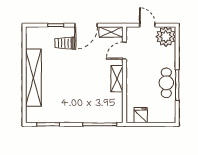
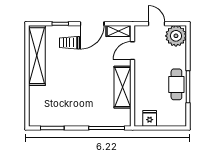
shelving: (33, 78) -> (37, 56), moved
shelving: (117, 79) -> (123, 87), width x1.50, depth x1.33

